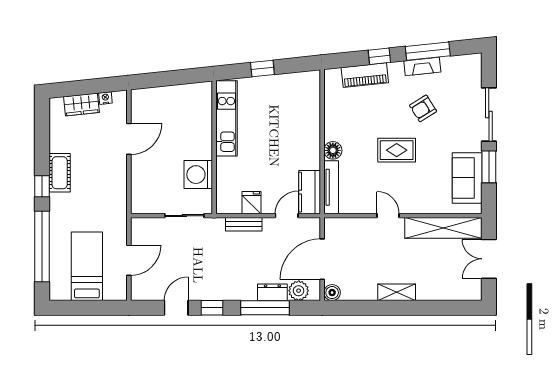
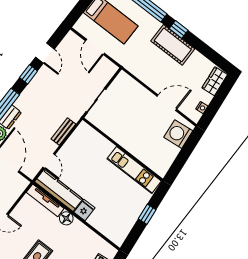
wardrobe: (81, 105) -> (215, 81), moved
door: (129, 139) -> (167, 103), swing flipped
cot: (60, 173) -> (173, 45), width x1.37, depth x1.34
washing machine: (198, 175) -> (178, 134), moved, turned -96
kitchen counter: (310, 192) -> (59, 190), width x1.50
fridge: (252, 203) -> (84, 210), moved, turned -90

